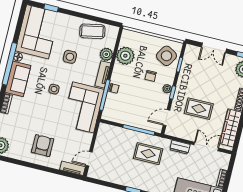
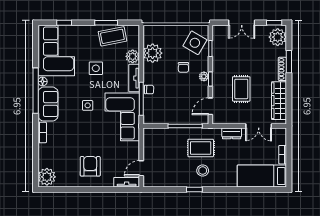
window: (90, 17) -> (106, 23), added
rug: (199, 109) -> (241, 89), turned 90
double door: (206, 146) -> (259, 126), swing flipped
stool: (145, 175) -> (203, 171), added

